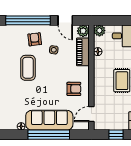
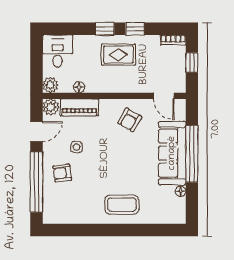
coffee table: (28, 68) -> (122, 205), moved
armchair: (74, 89) -> (130, 120), turned -150

